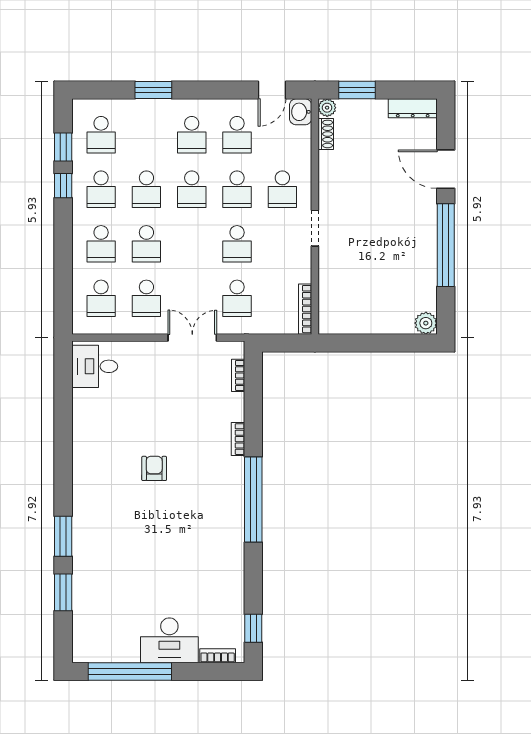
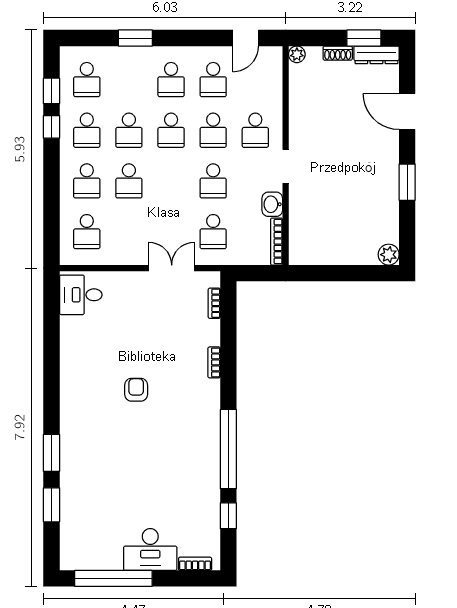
window: (357, 90) -> (364, 38), moved
washbasin: (301, 112) -> (272, 204), moved
shoe rack: (326, 134) -> (338, 53), moved, turned 90
window: (446, 245) -> (407, 182), width x0.47
school desk: (146, 298) -> (129, 232), removed
window: (253, 499) -> (228, 449), moved
window: (253, 628) -> (228, 516), moved

